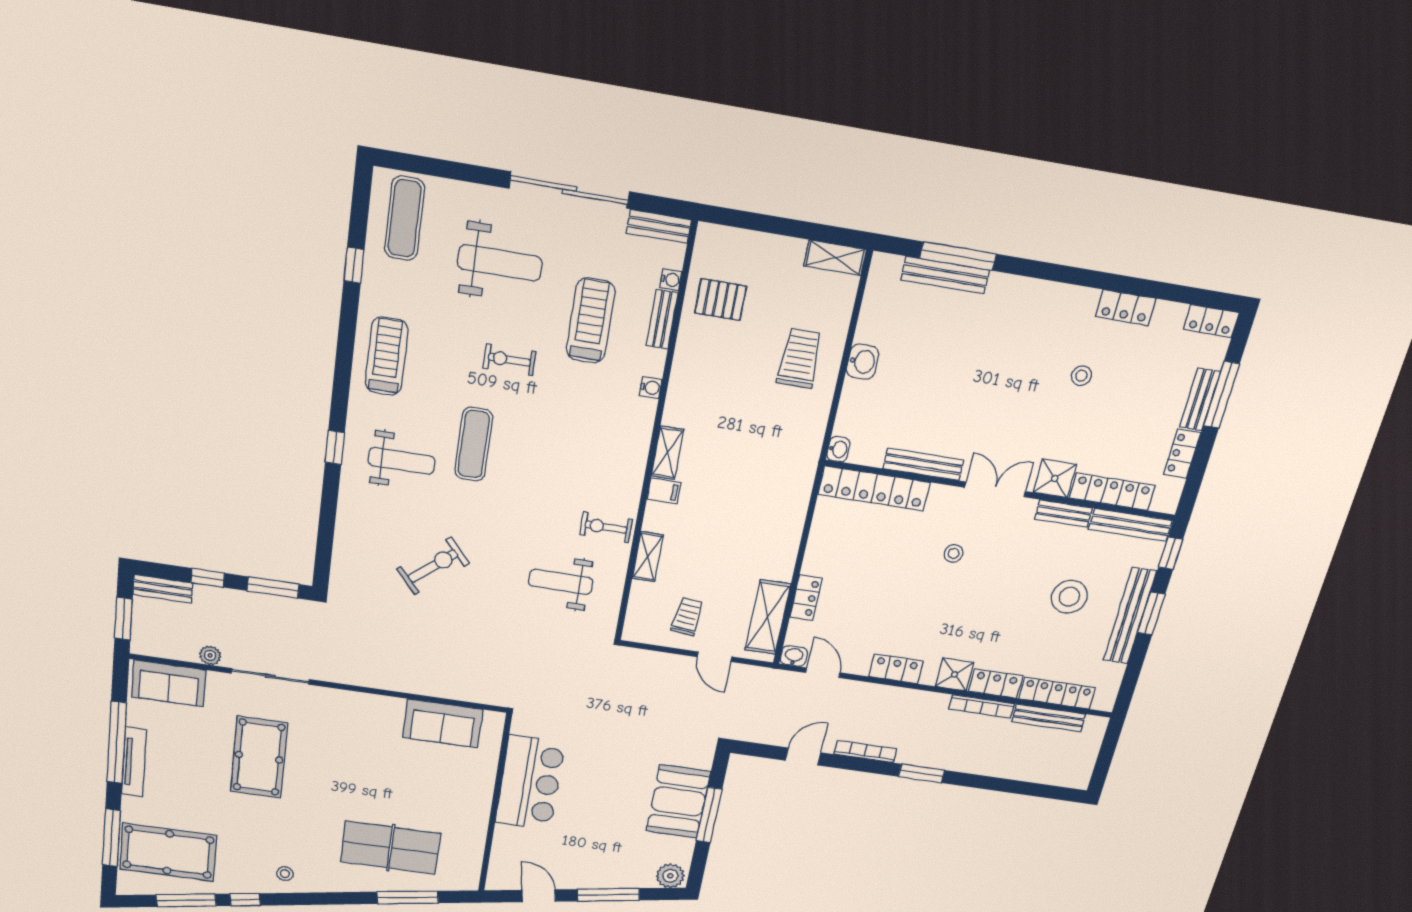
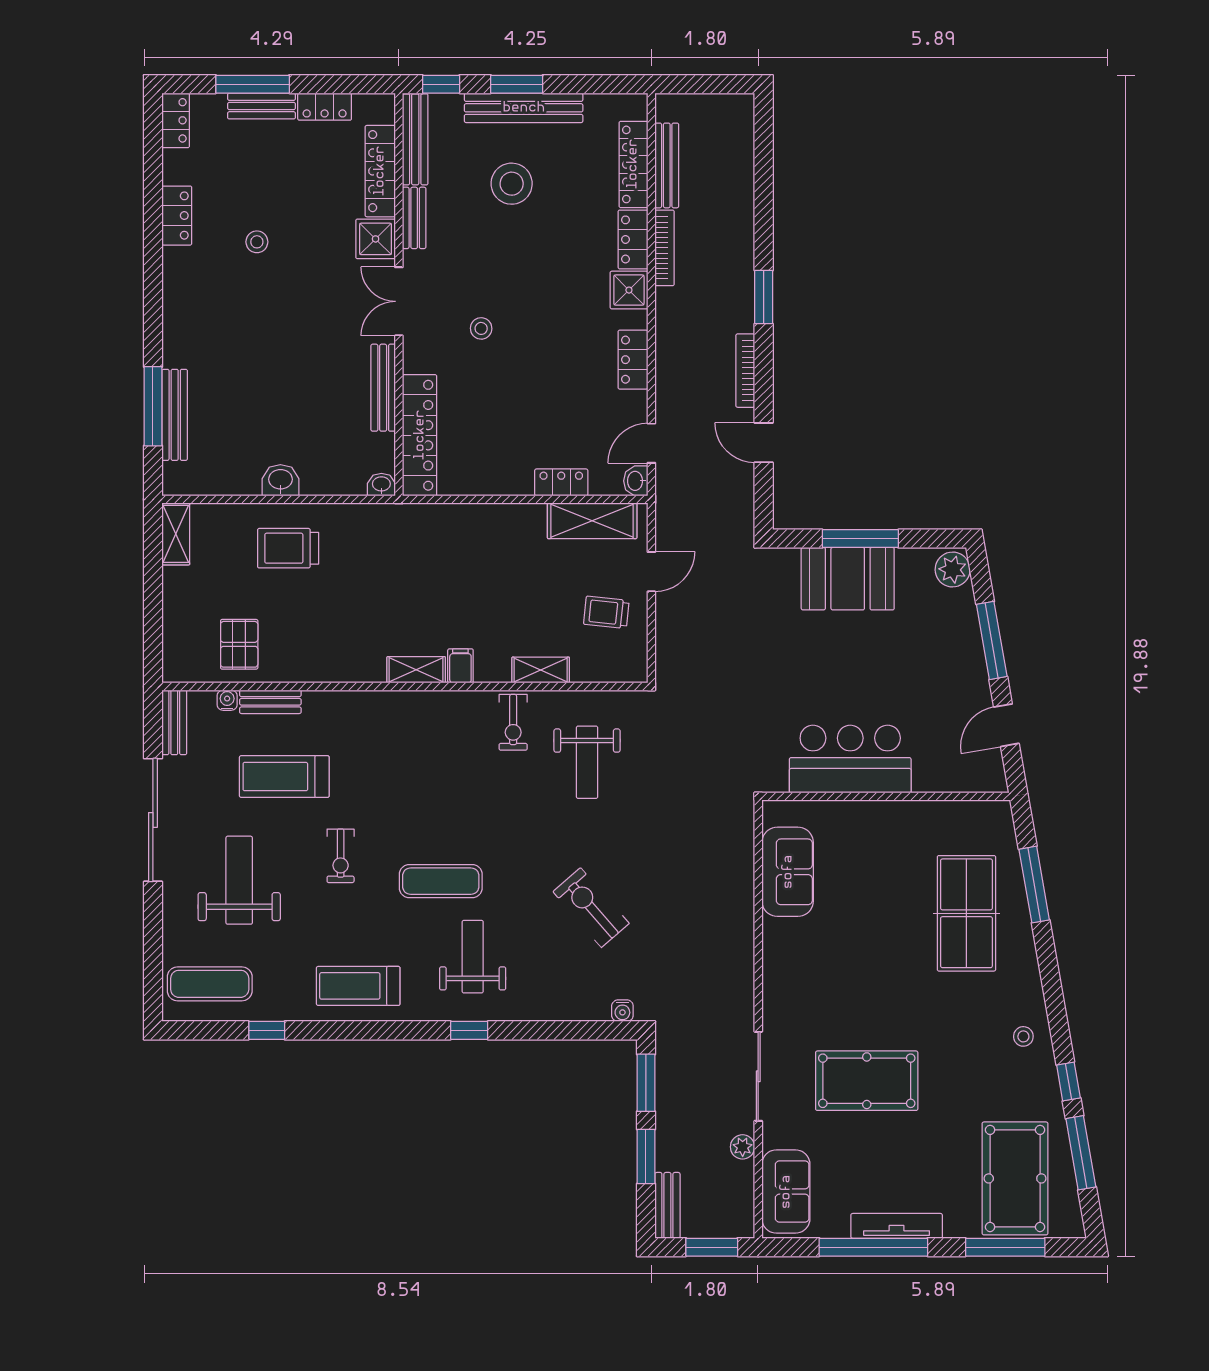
water cooler: (651, 388) -> (622, 1011), moved, turned 180
window: (208, 578) -> (646, 1157), width x1.50

